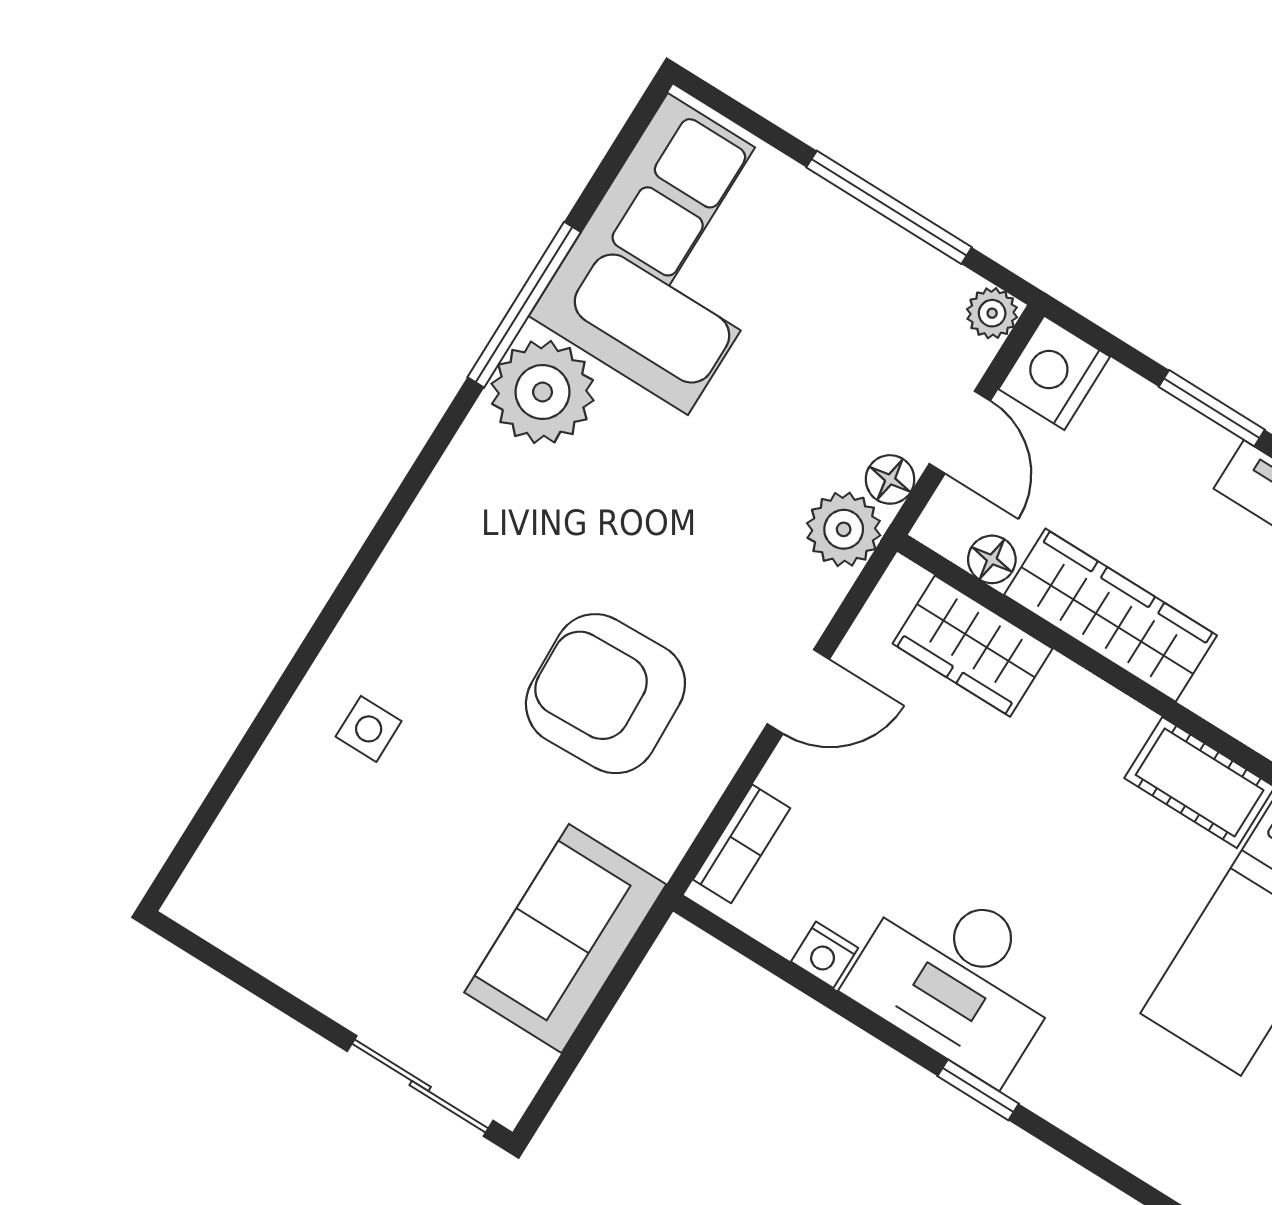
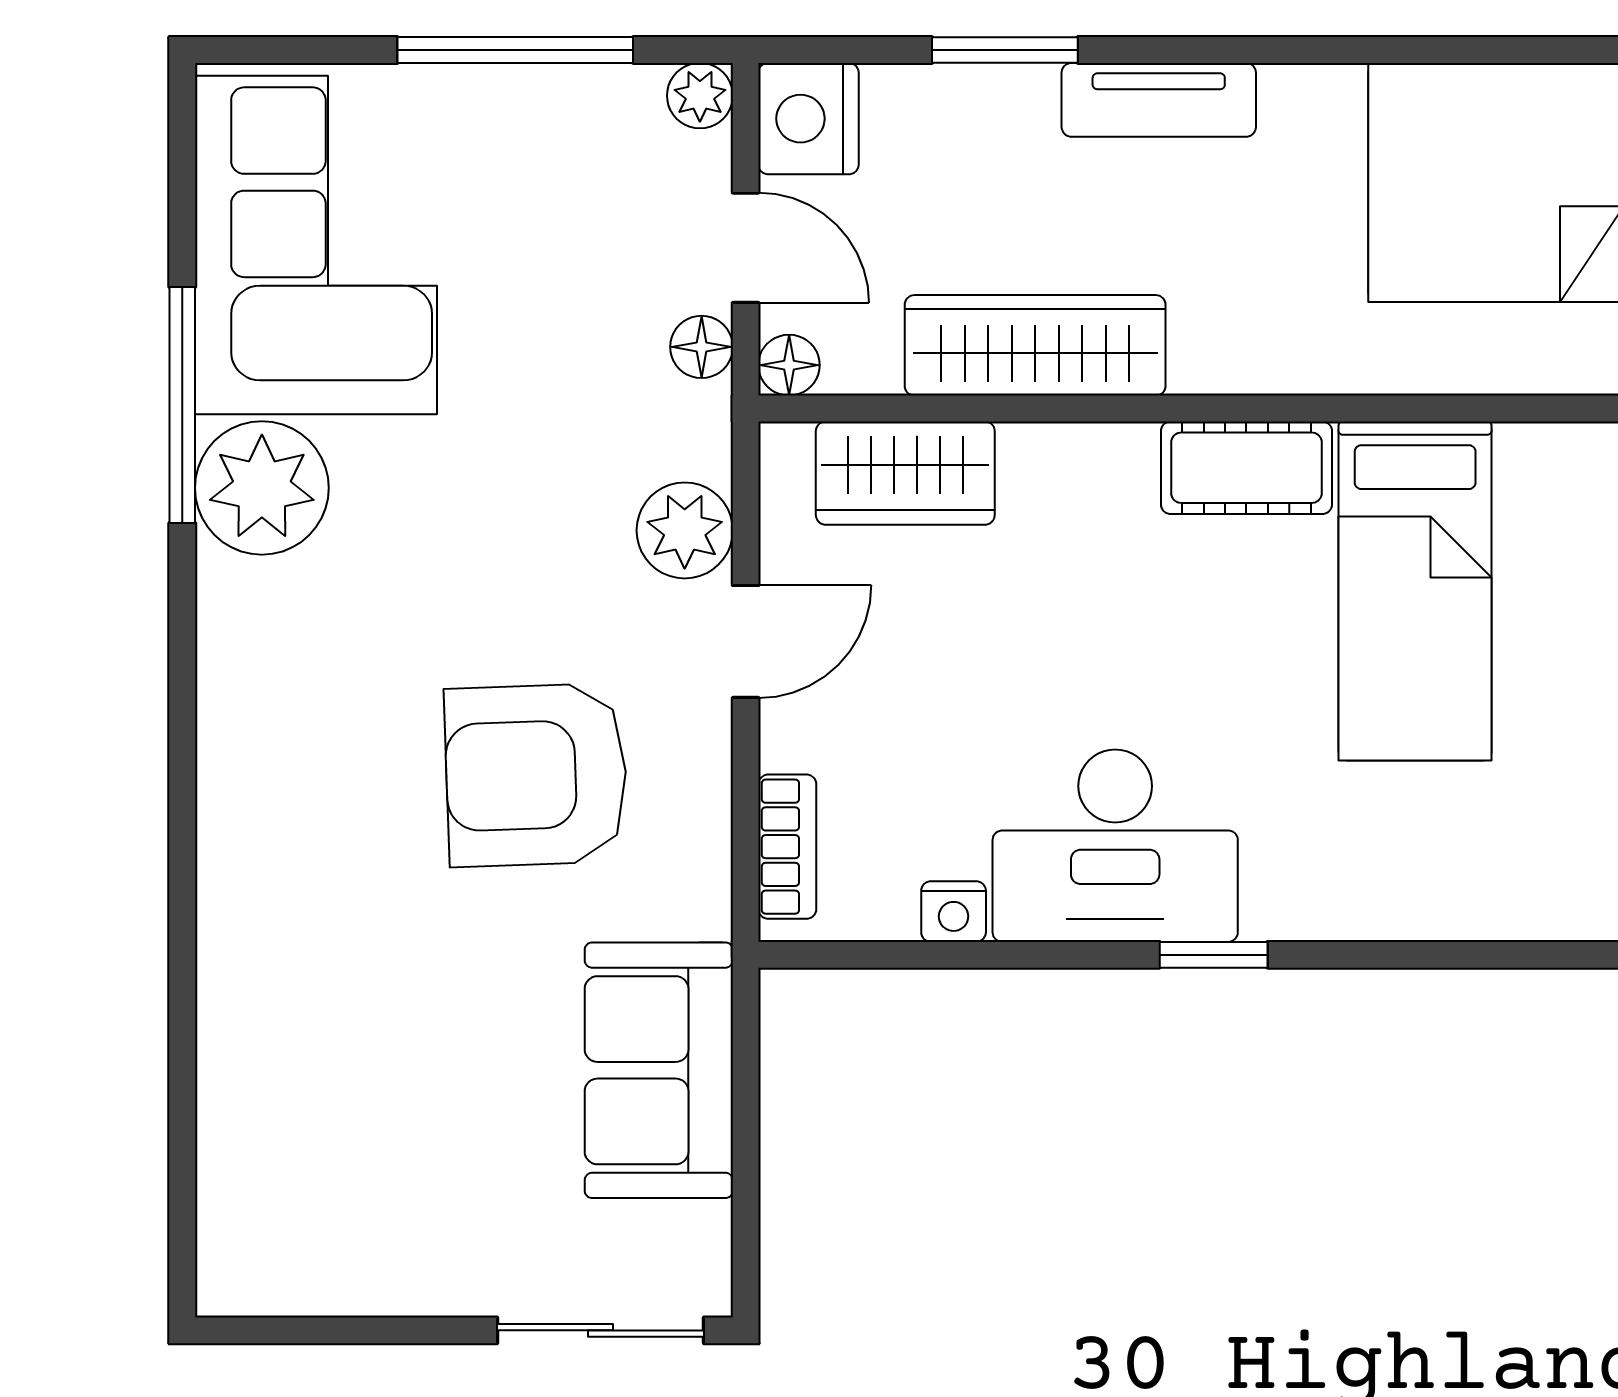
plant: (844, 529) -> (685, 530), moved
floor lamp: (992, 559) -> (789, 365), moved
side table: (369, 729) -> (301, 975), removed

